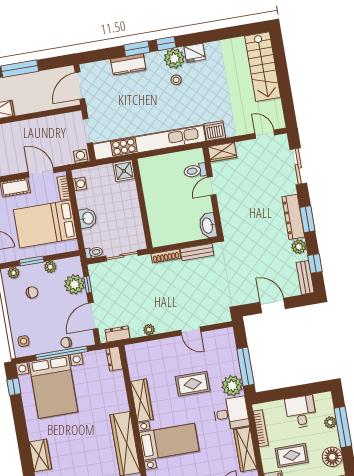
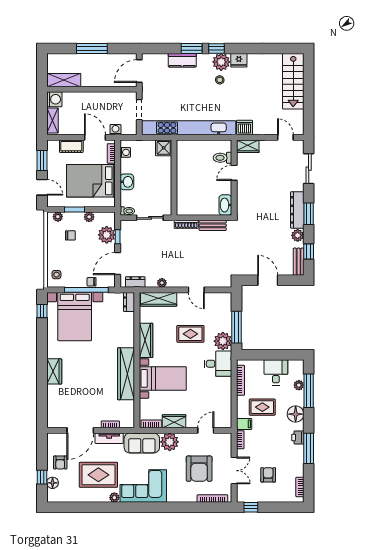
washing machine: (81, 156) -> (116, 130), moved
wardrobe: (245, 449) -> (159, 299), moved, turned -90

